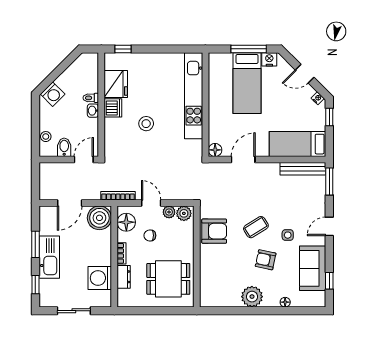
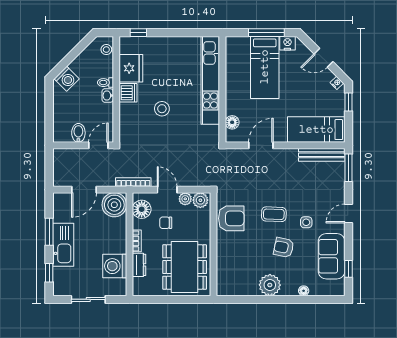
stool: (46, 137) -> (106, 50), moved
floor lamp: (215, 150) -> (232, 122), moved
coffee table: (256, 227) -> (274, 214), turned 34
dining table: (168, 279) -> (185, 267), width x1.38

